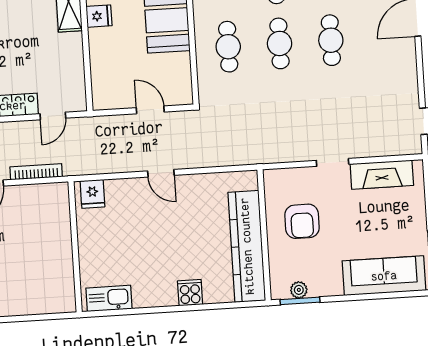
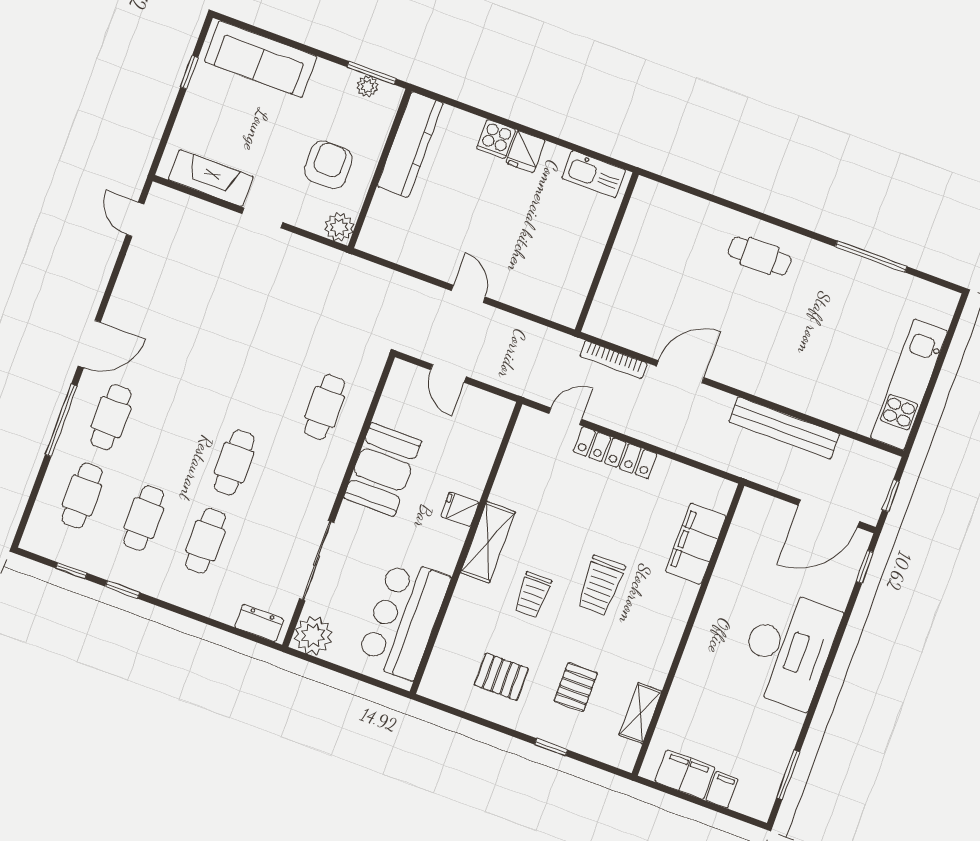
cafe table: (331, 40) -> (201, 362), removed
cafe table: (280, 43) -> (263, 384), removed
plant: (275, 180) -> (339, 227), added
fridge: (92, 194) -> (526, 152), moved, turned 180
kitchen counter: (247, 246) -> (410, 144), width x0.72, depth x0.86

